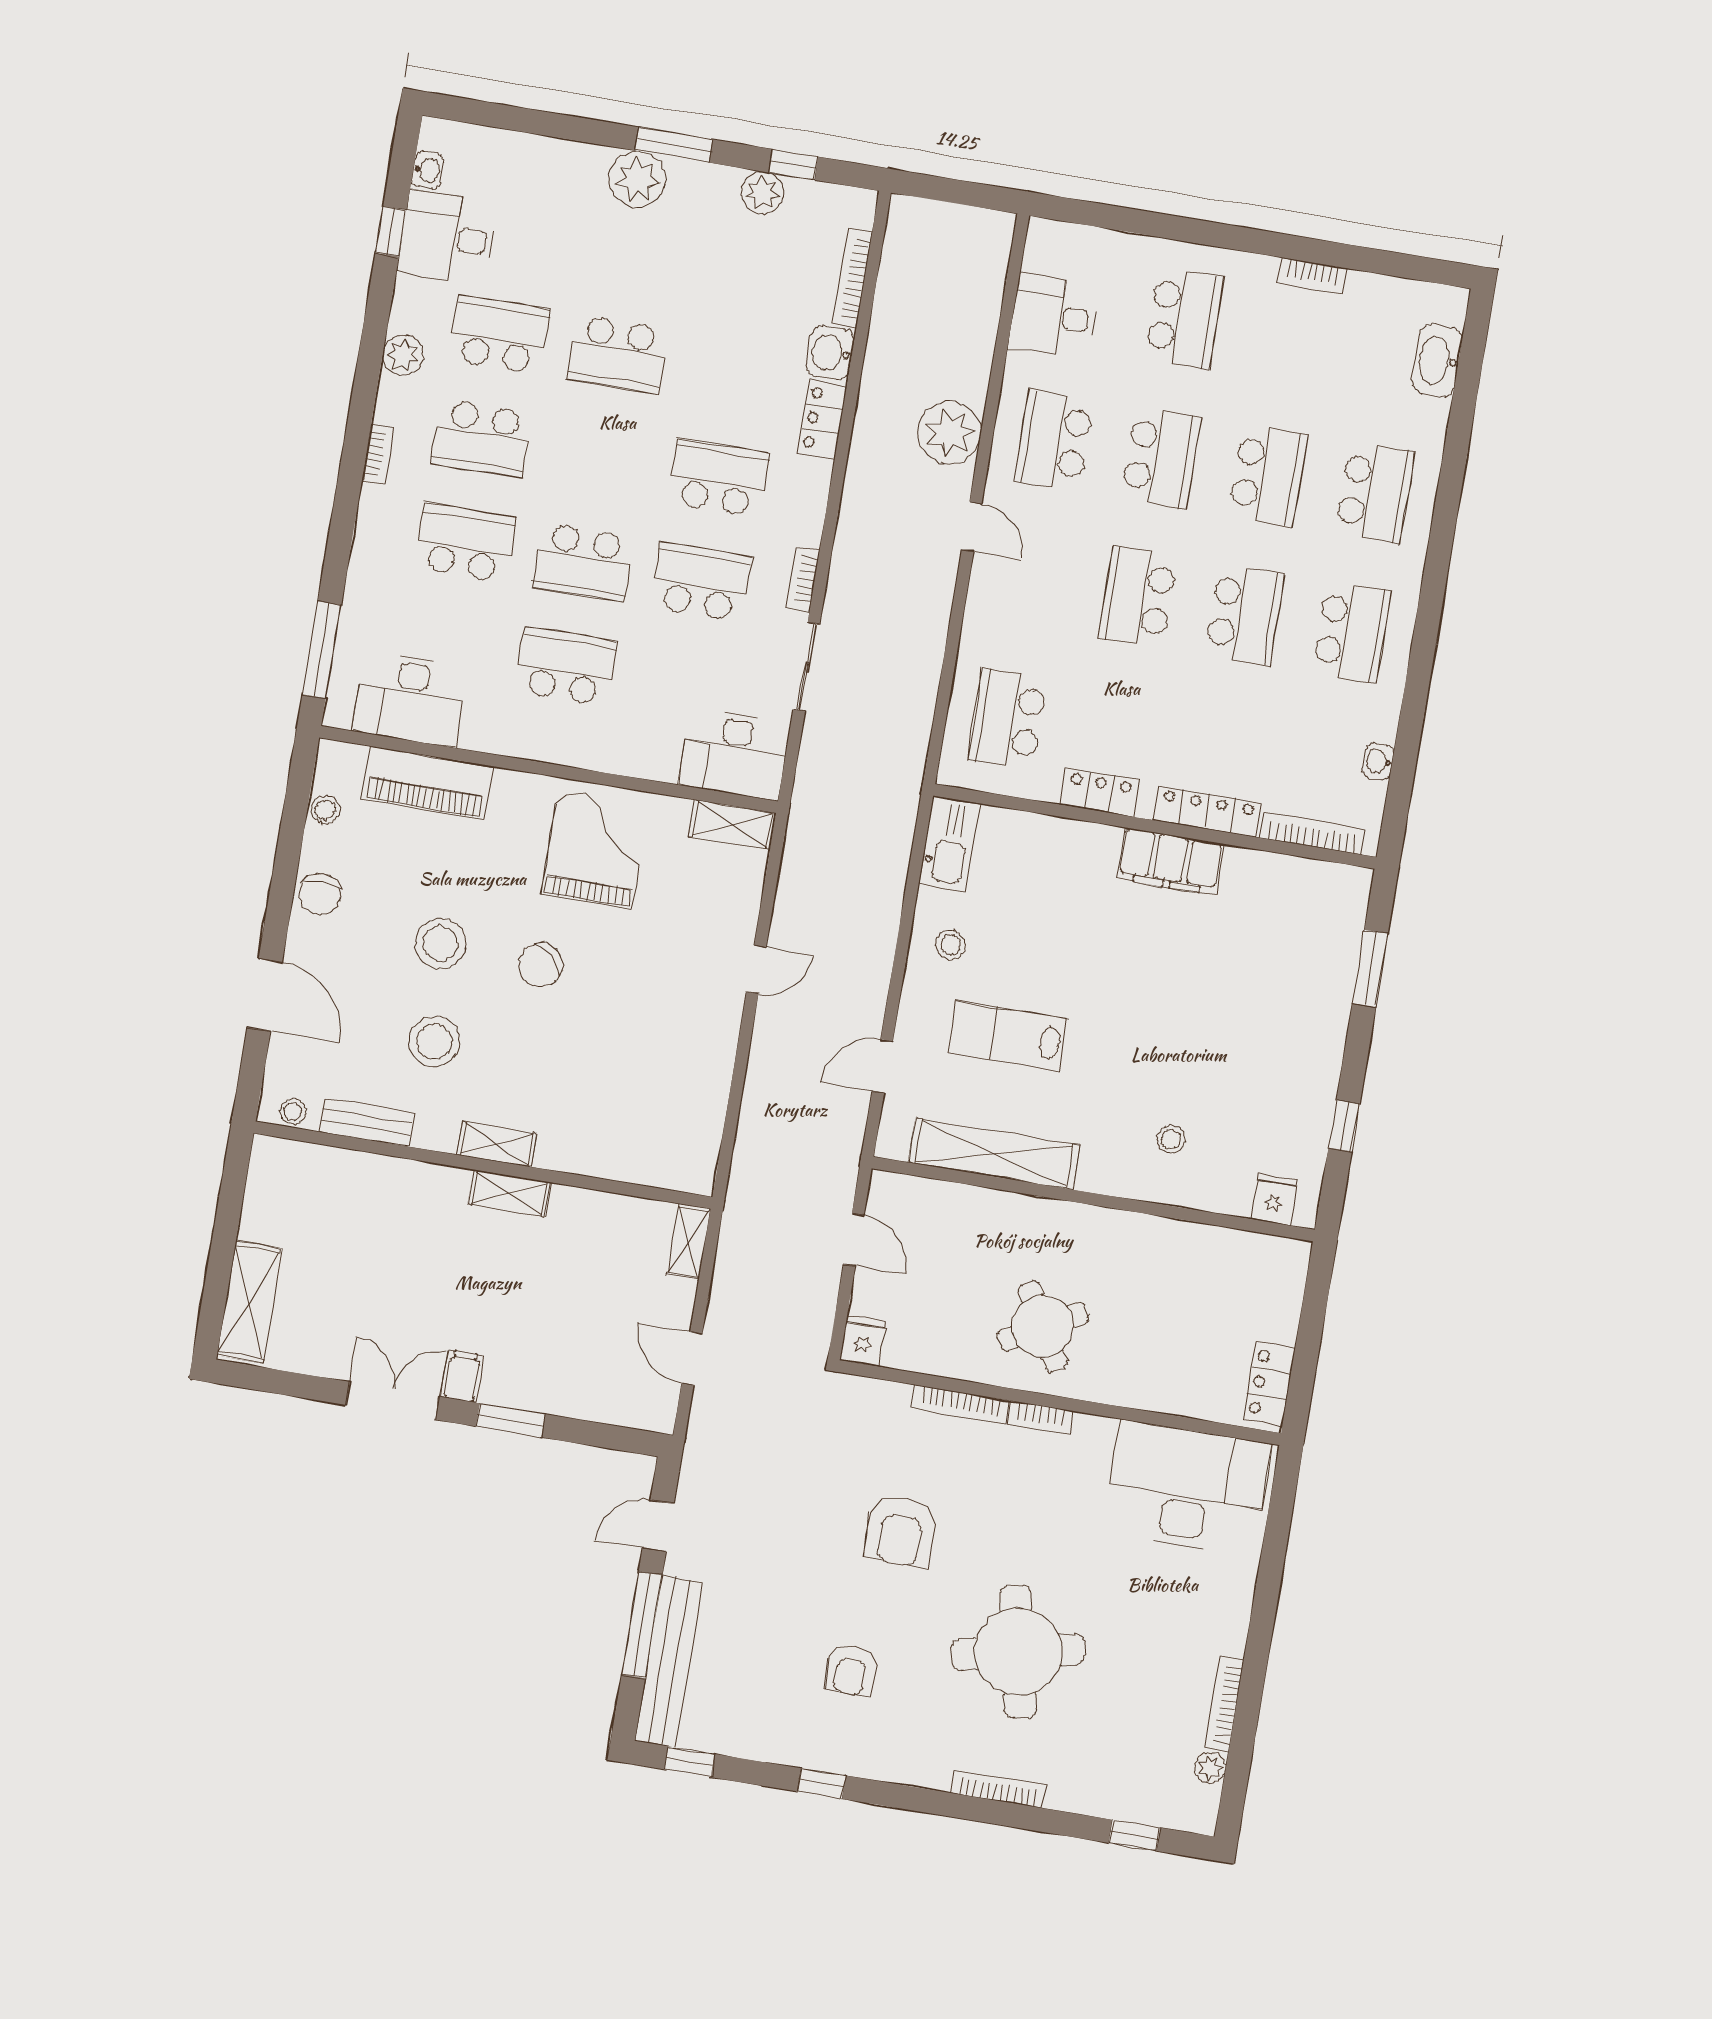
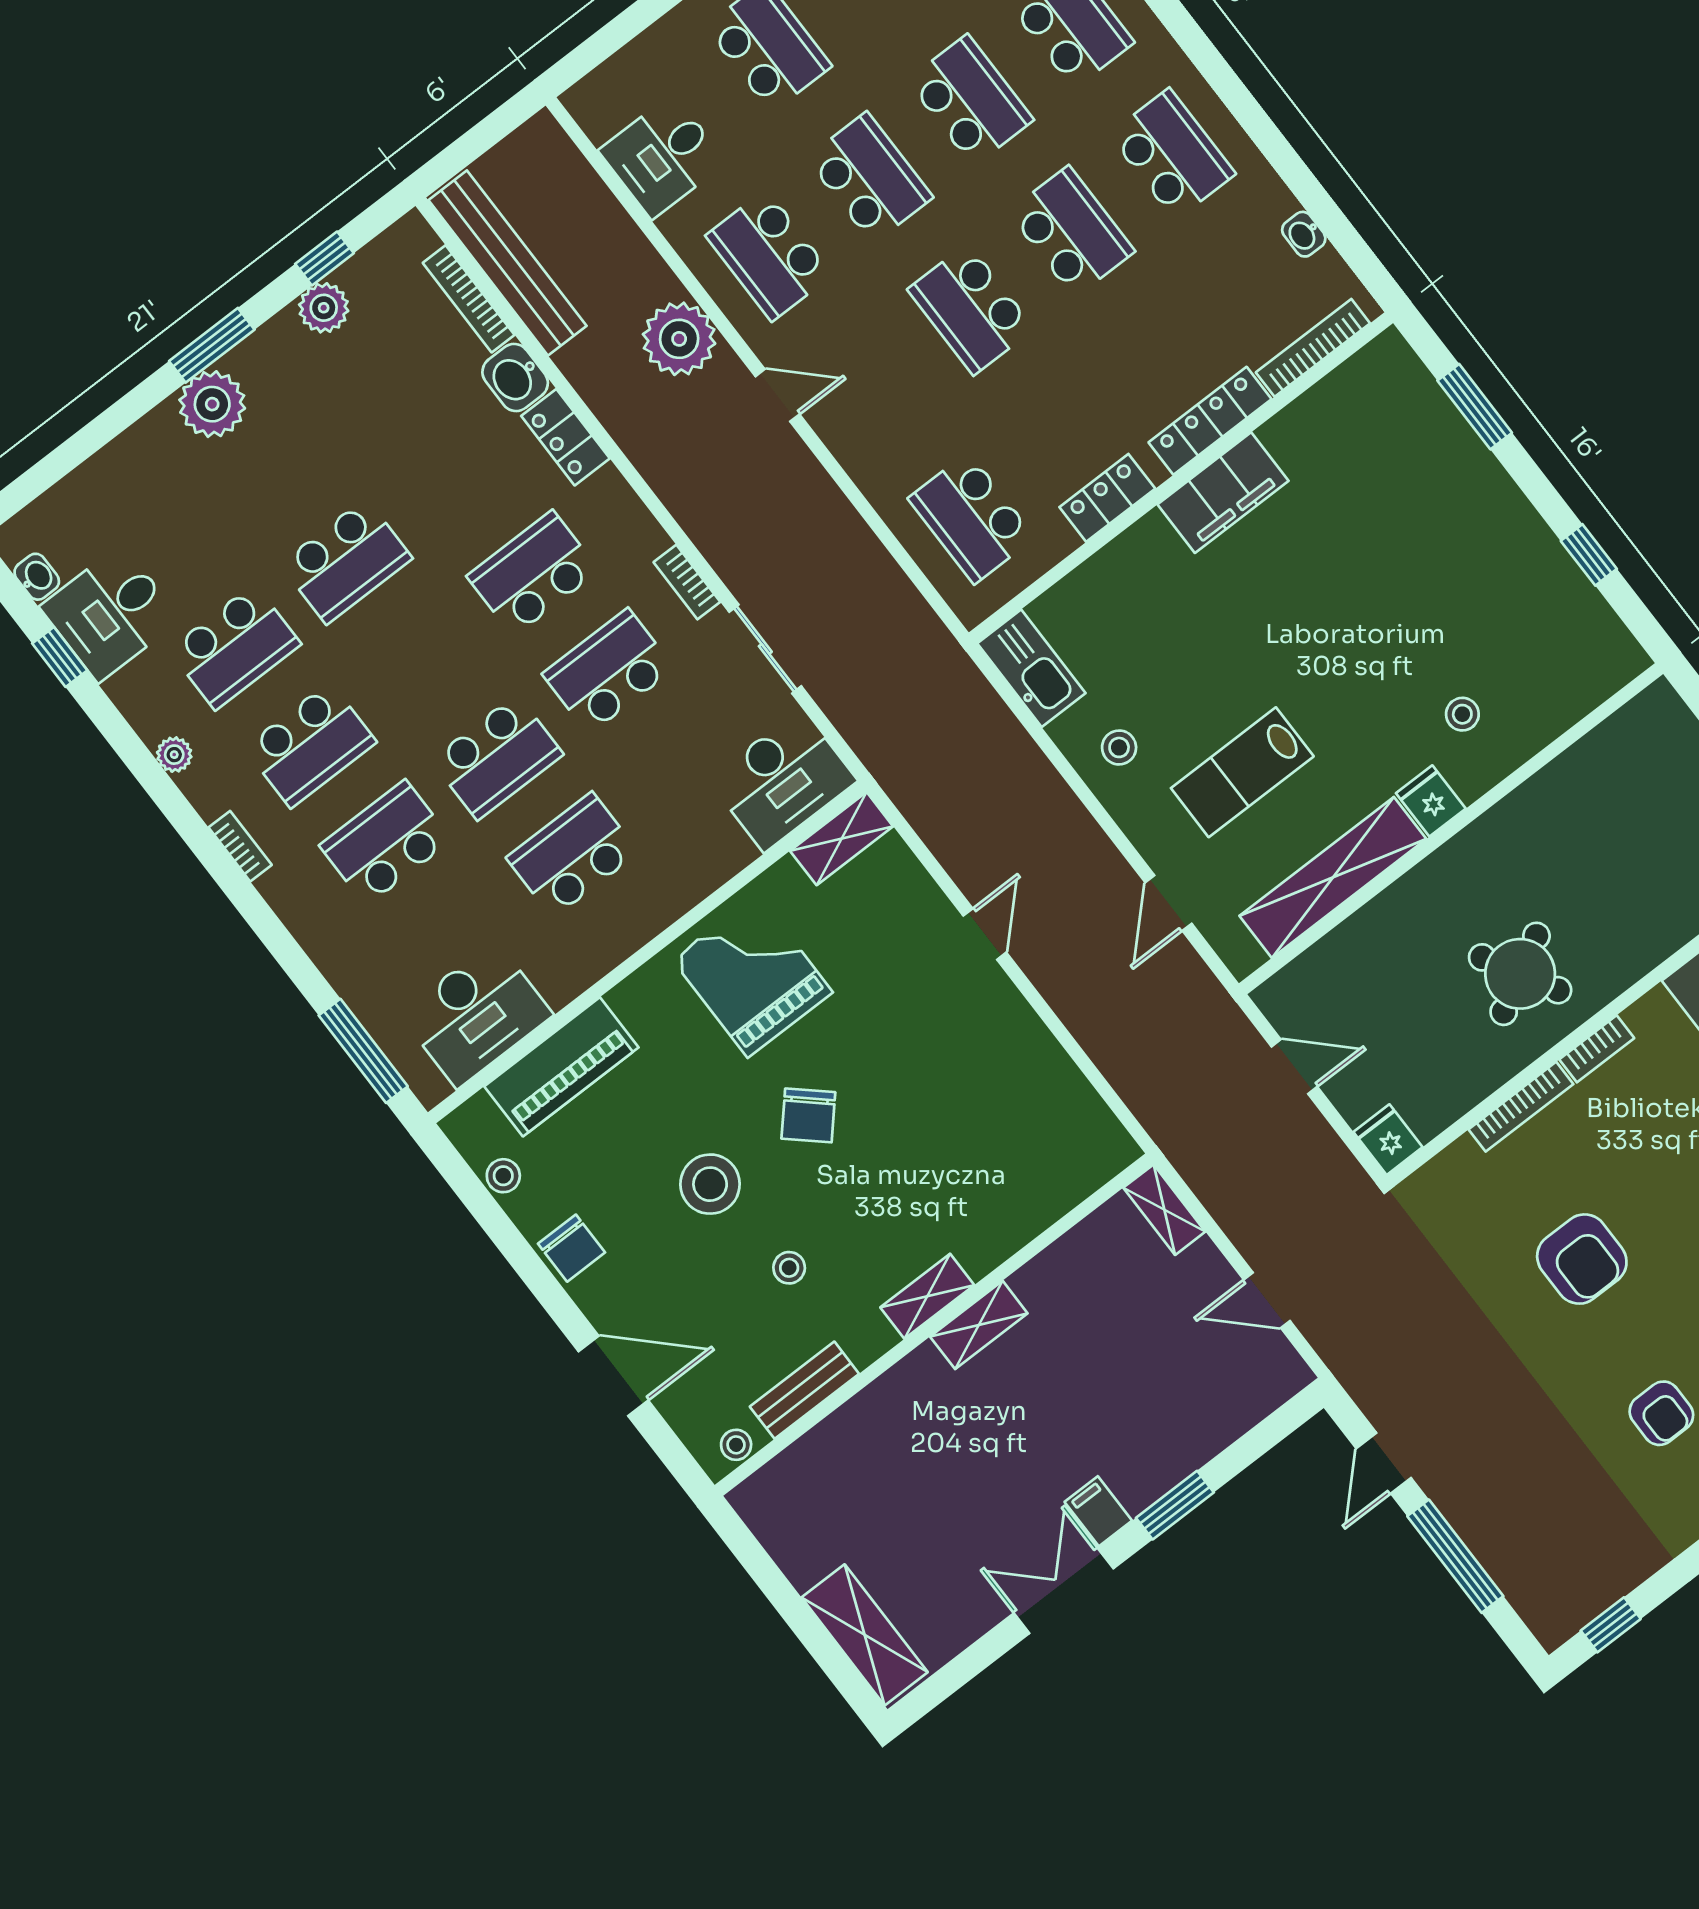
school desk: (499, 335) -> (235, 647), turned 180
plant: (403, 355) -> (174, 755), width x0.73, depth x0.73
stool: (434, 1042) -> (789, 1268), width x0.53, depth x0.53
fridge: (1274, 1199) -> (1431, 801), moved
bench: (669, 1662) -> (507, 263), moved

